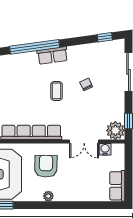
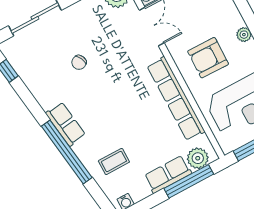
coffee table: (56, 91) -> (114, 161), moved

